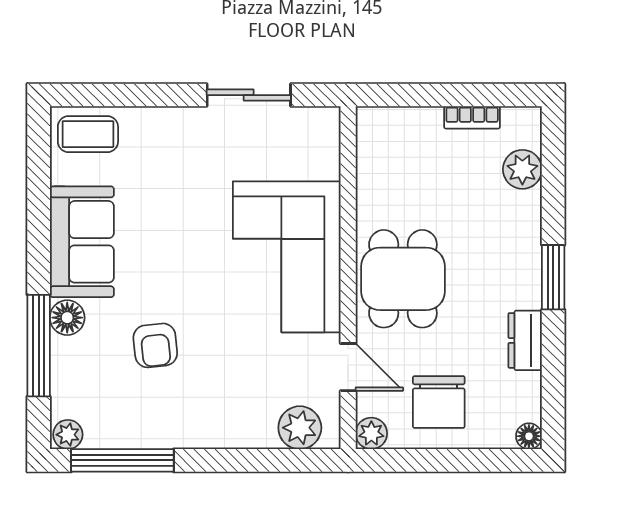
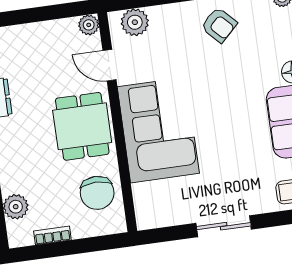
sliding door: (249, 95) -> (224, 226), moved
armchair: (155, 345) -> (219, 25), moved, turned 142
chair: (439, 402) -> (97, 193), moved, turned 180

